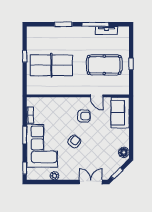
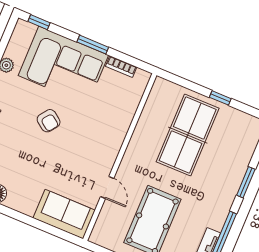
door: (97, 96) -> (107, 188), swing flipped
armchair: (84, 116) -> (83, 153), removed

